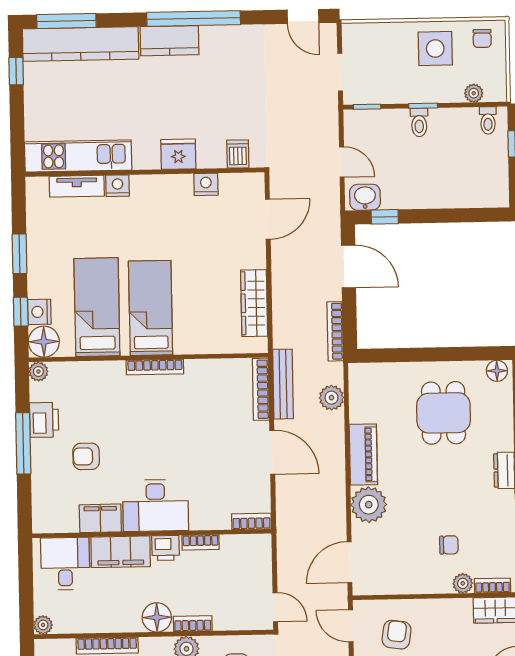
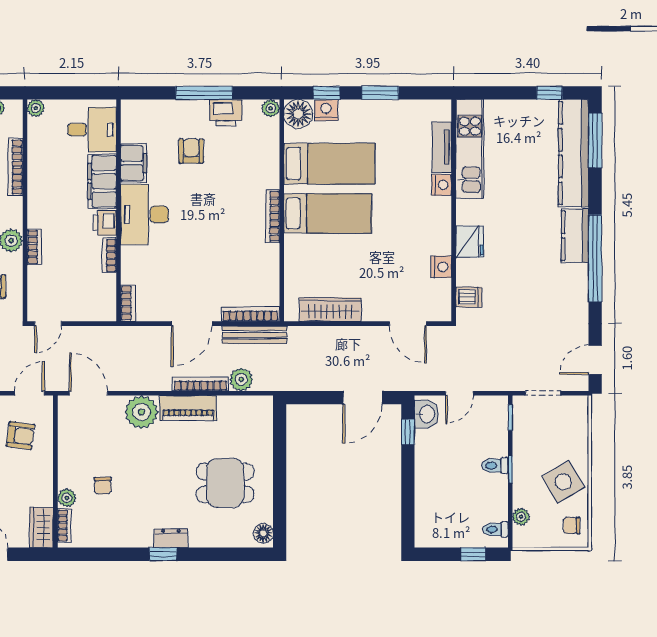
side table: (435, 49) -> (563, 482), turned -30
bookcase: (335, 331) -> (201, 384), moved
floor lamp: (157, 617) -> (41, 214), removed

